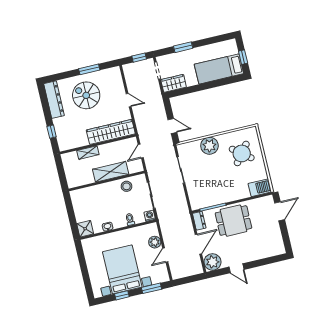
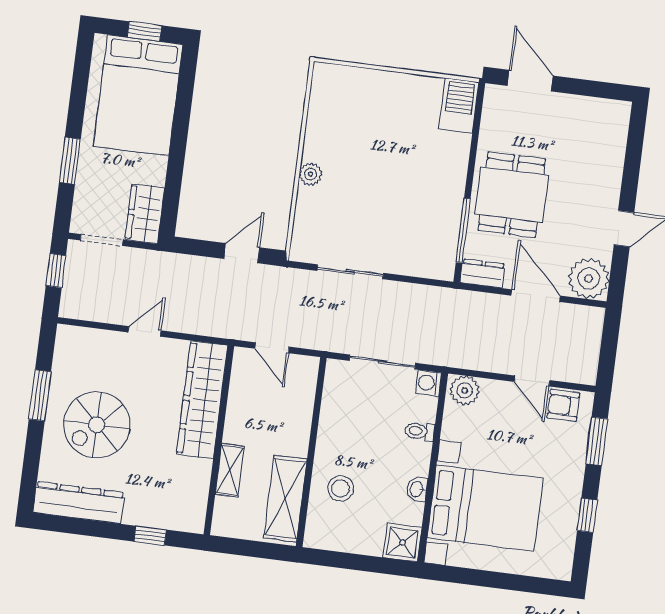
bed: (219, 69) -> (138, 95), width x1.50
plant: (209, 146) -> (310, 174), width x0.53, depth x0.53
round table: (242, 153) -> (365, 118), removed
shelving: (111, 172) -> (285, 499), moved
stool: (126, 186) -> (341, 488), moved
plant: (155, 242) -> (465, 390), moved
bed with nightstands: (122, 269) -> (485, 508), moved, turned 180
armchair: (160, 270) -> (563, 405), added

